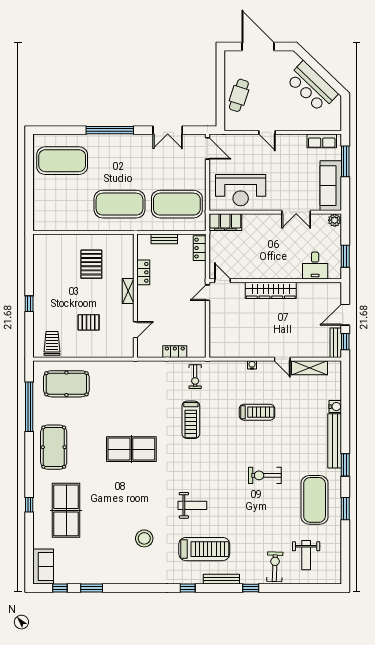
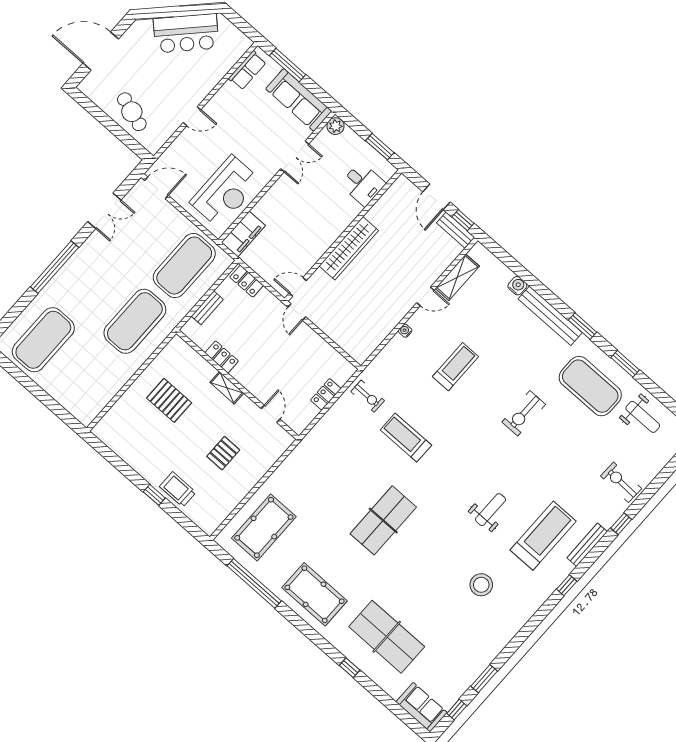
trolley: (52, 343) -> (178, 489), moved
treadmill: (191, 420) -> (406, 437), turned 180
weight bench: (306, 555) -> (643, 417), moved

